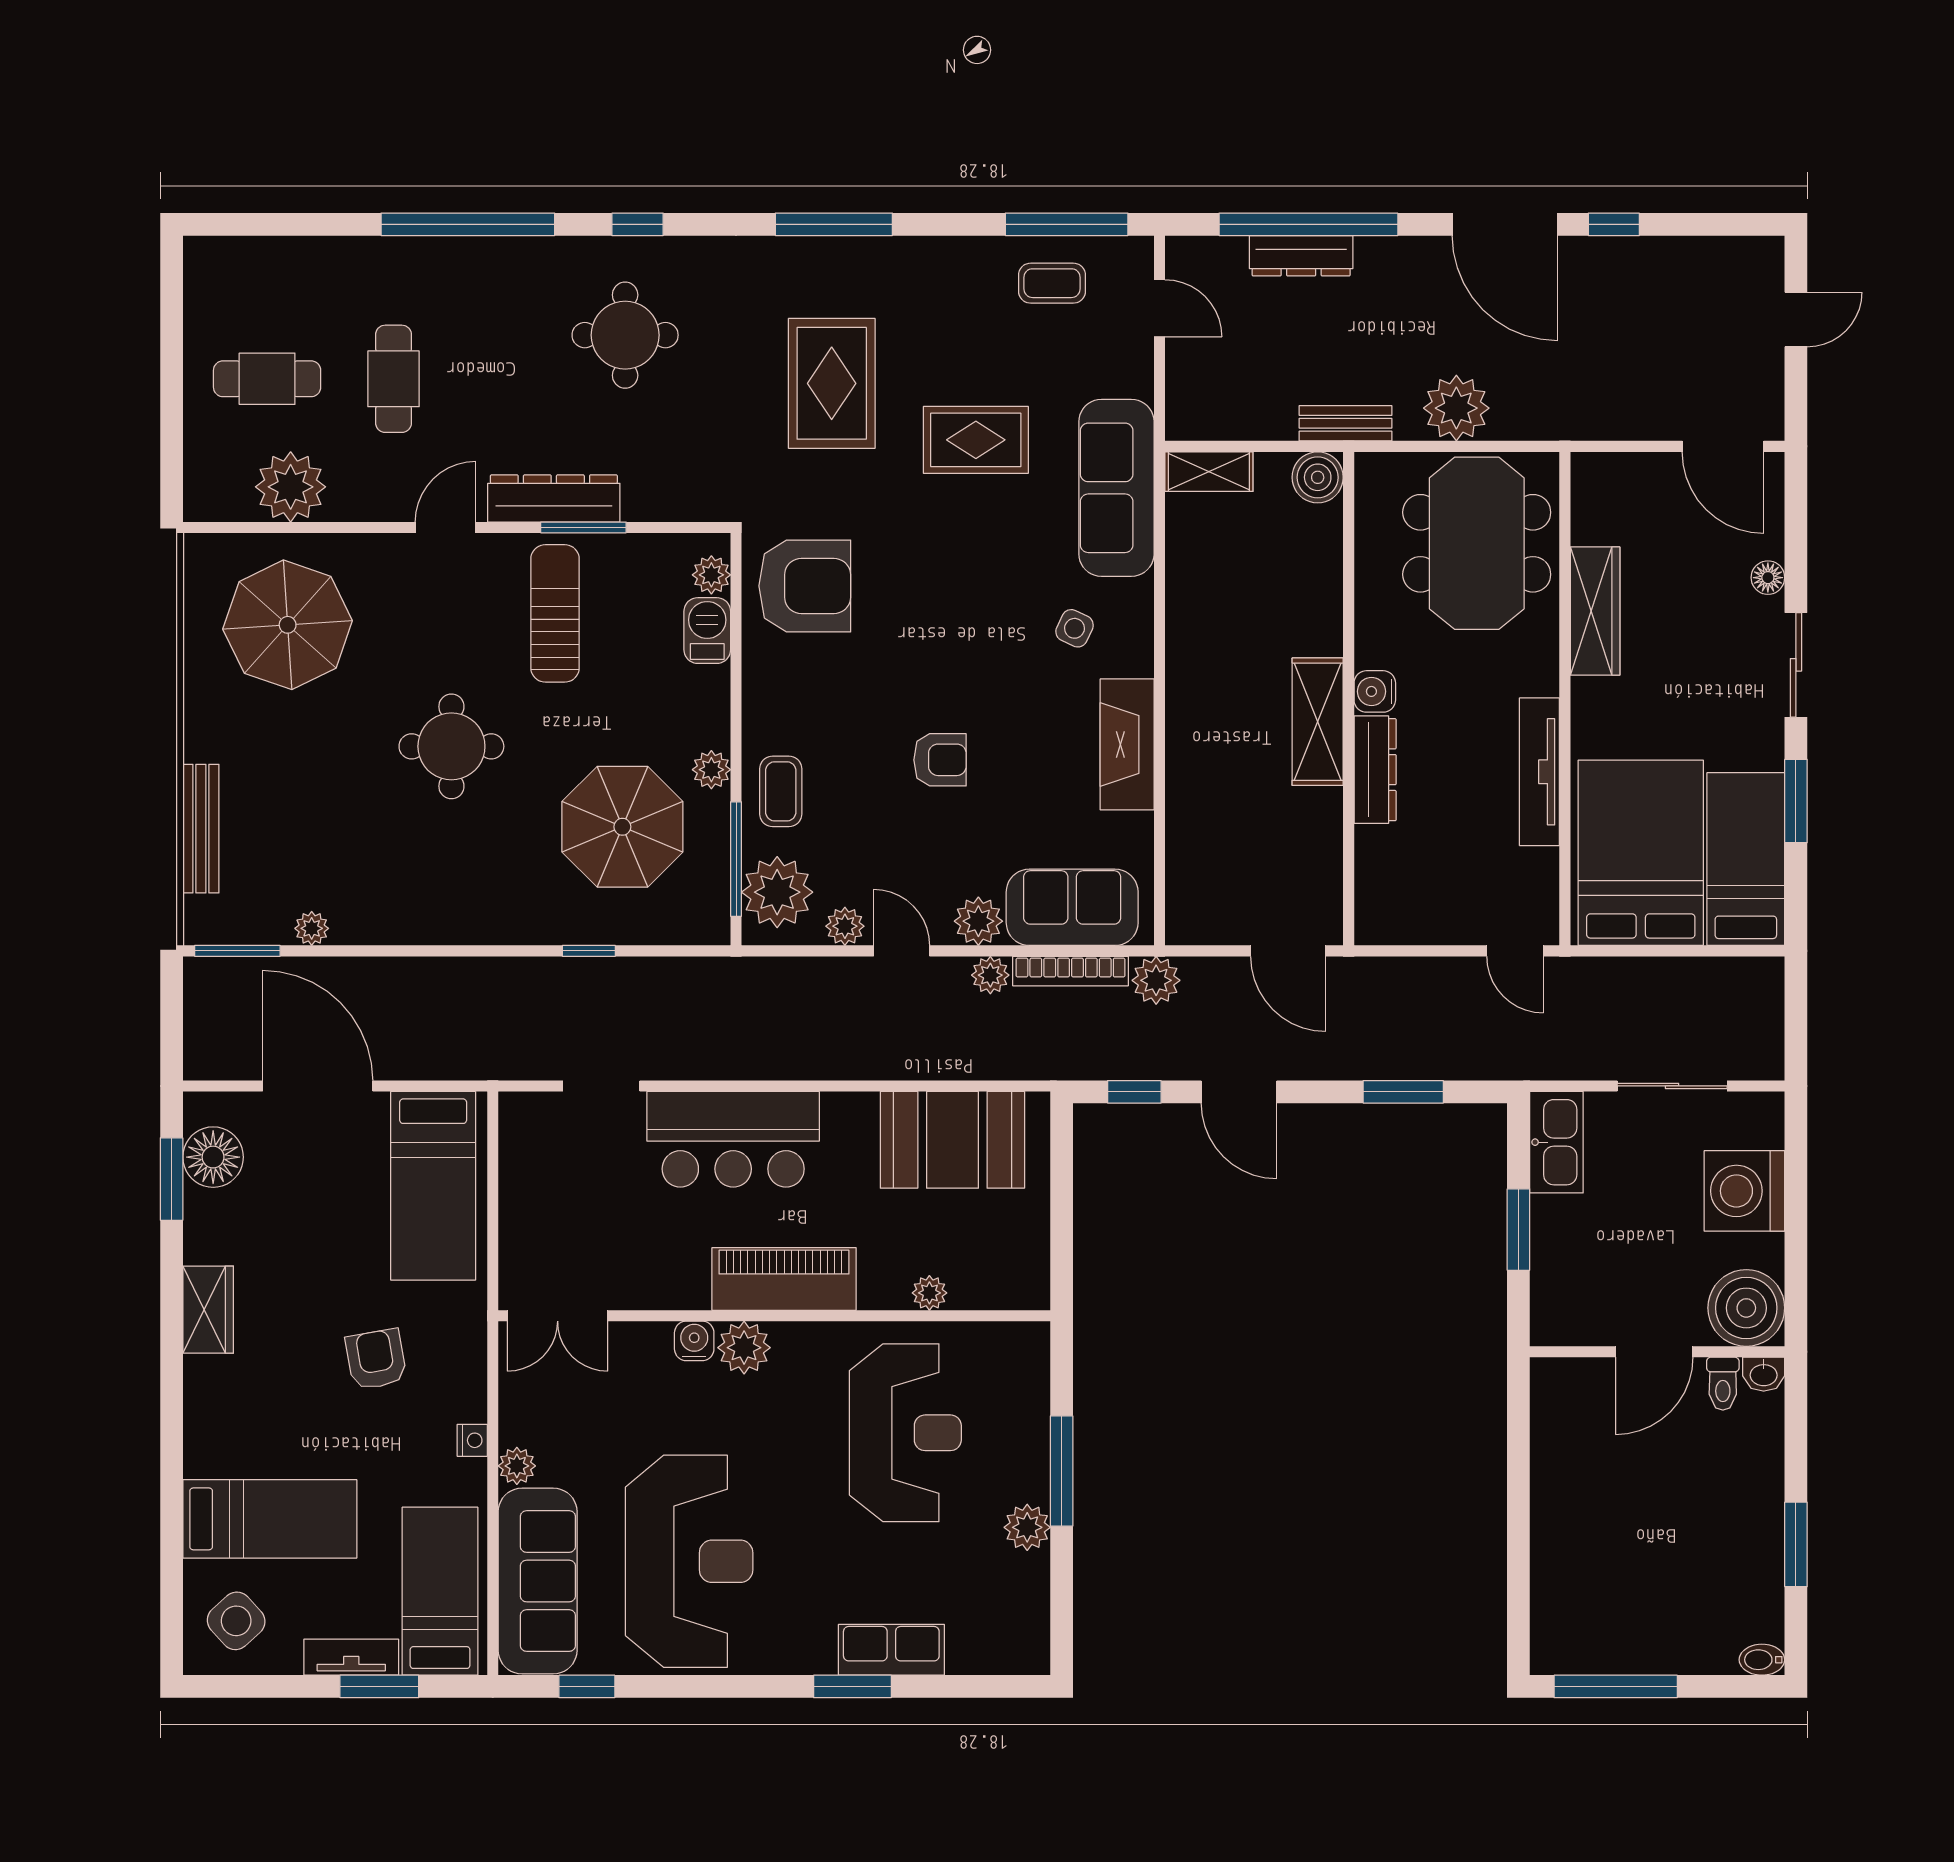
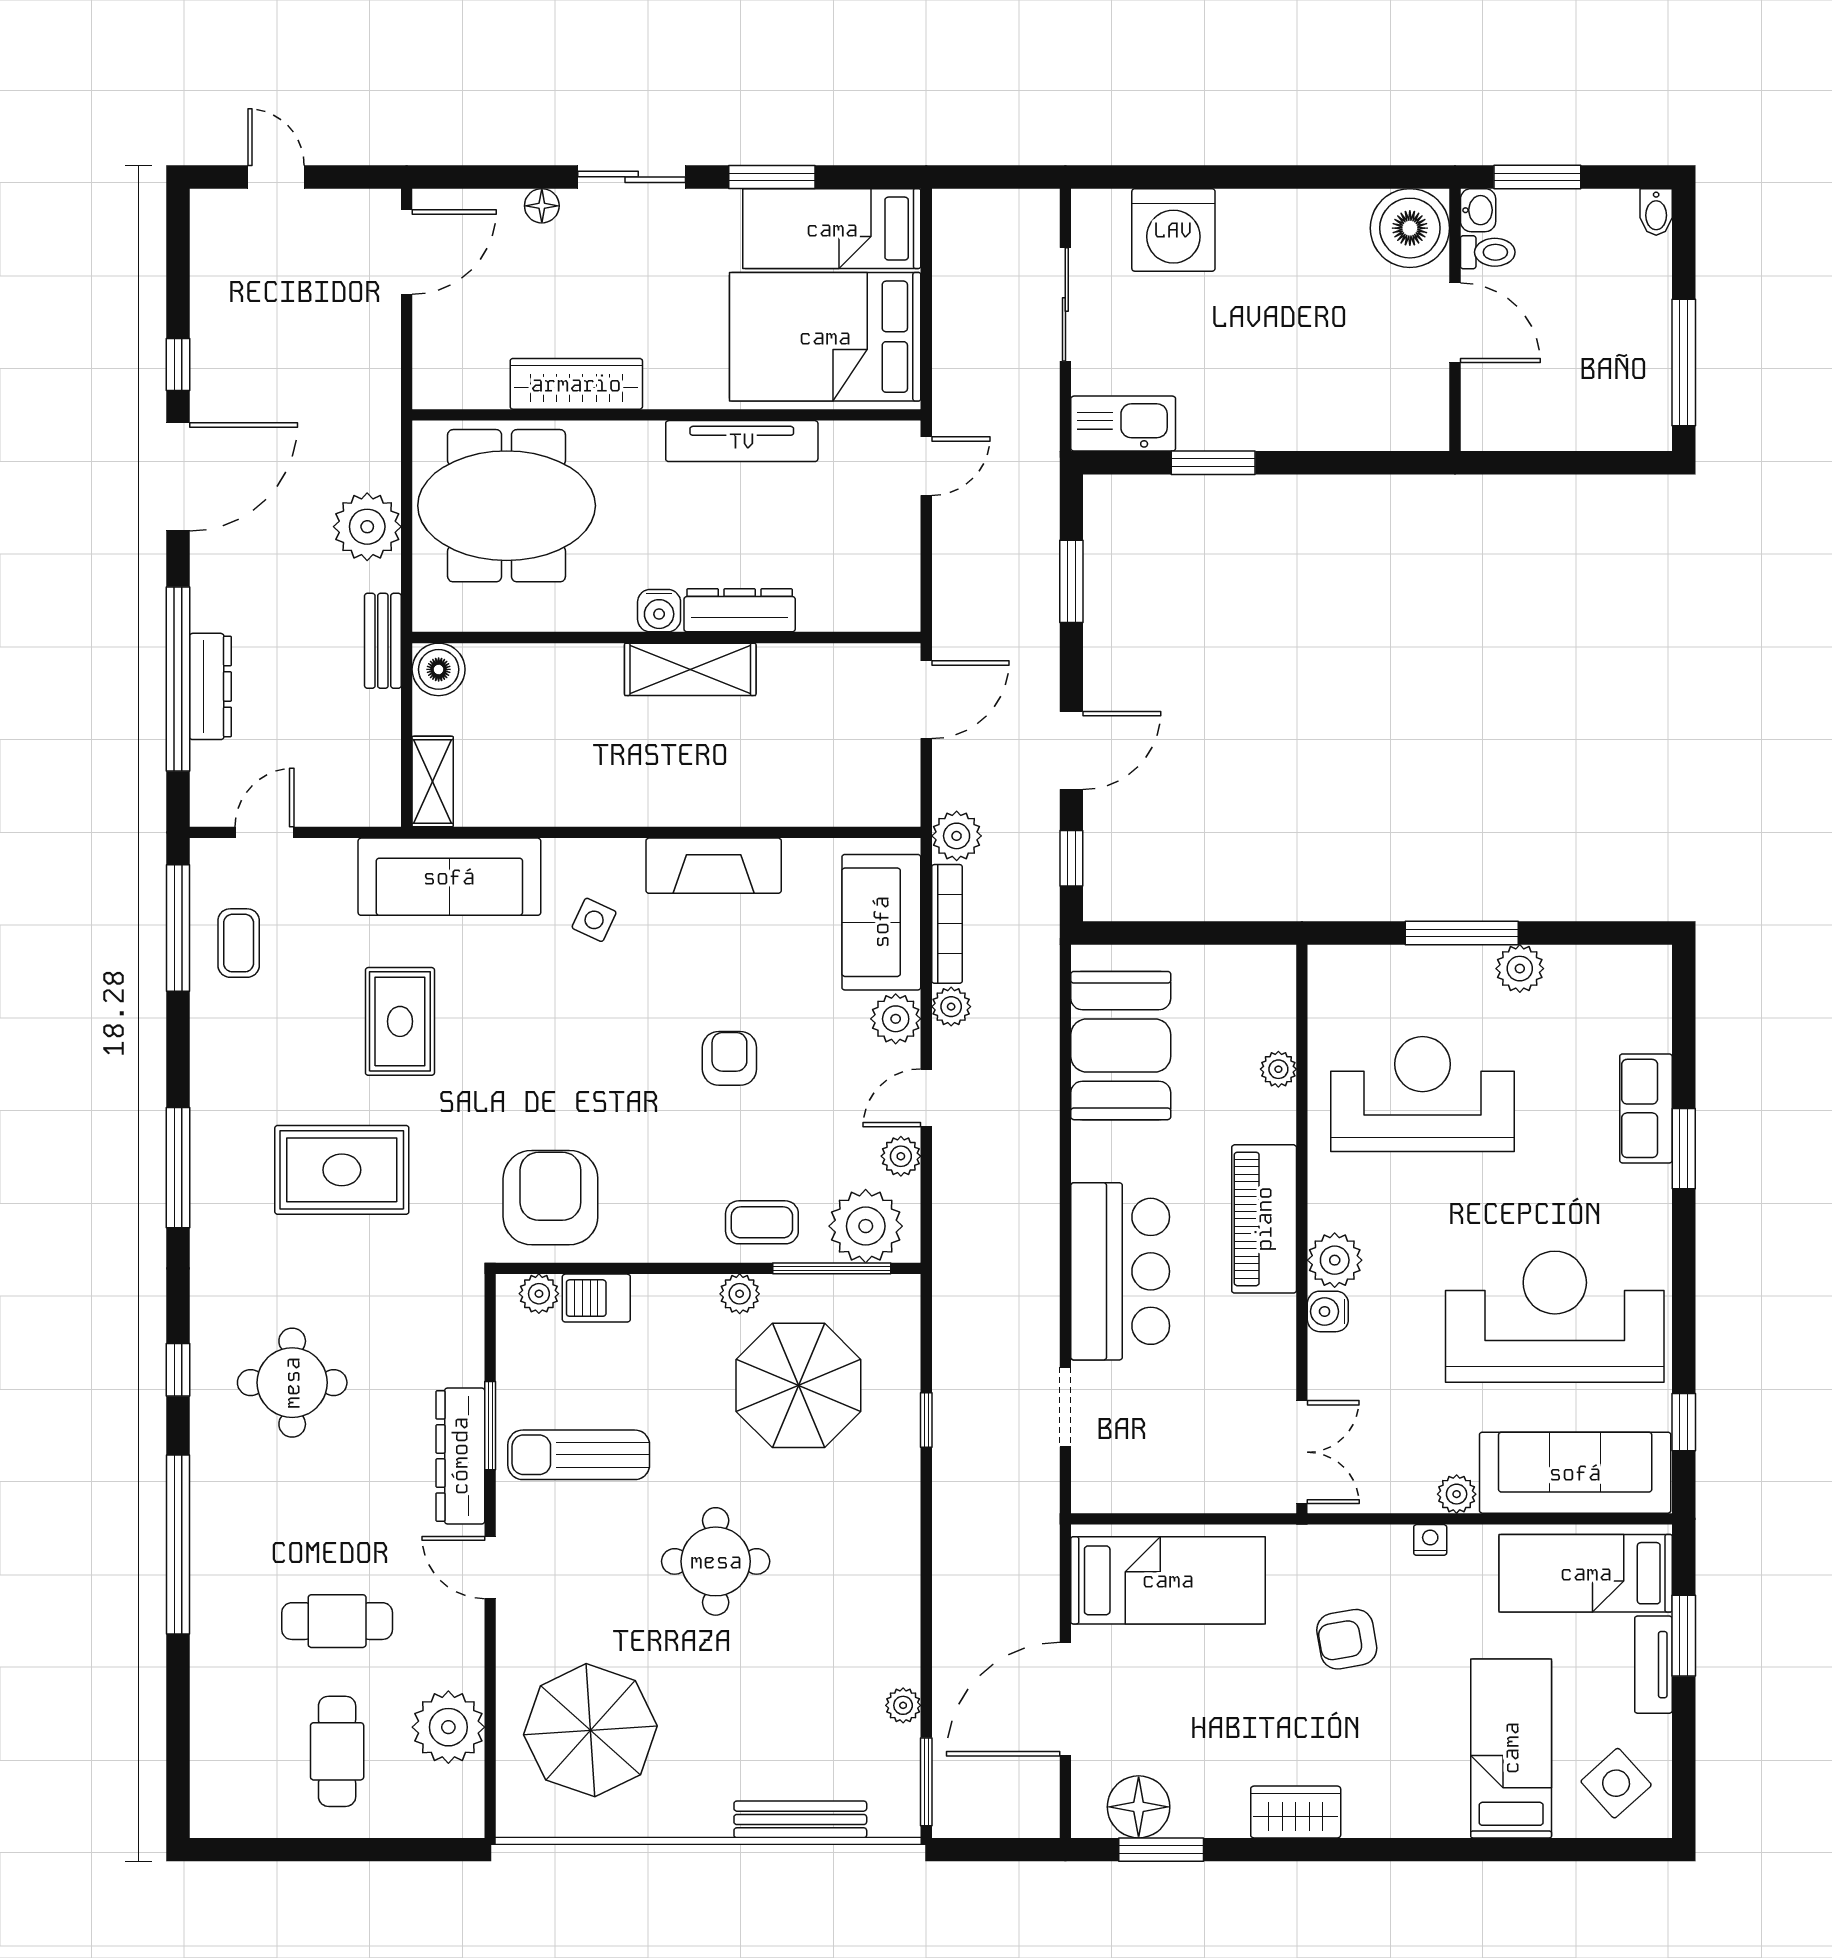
boiler: (1746, 1308) -> (1410, 228), moved
door: (1654, 1352) -> (1455, 323), moved
wall: (1657, 1352) -> (1455, 320), moved
washbasin: (1764, 1374) -> (1478, 210), moved
toilet: (1723, 1384) -> (1488, 252), moved

